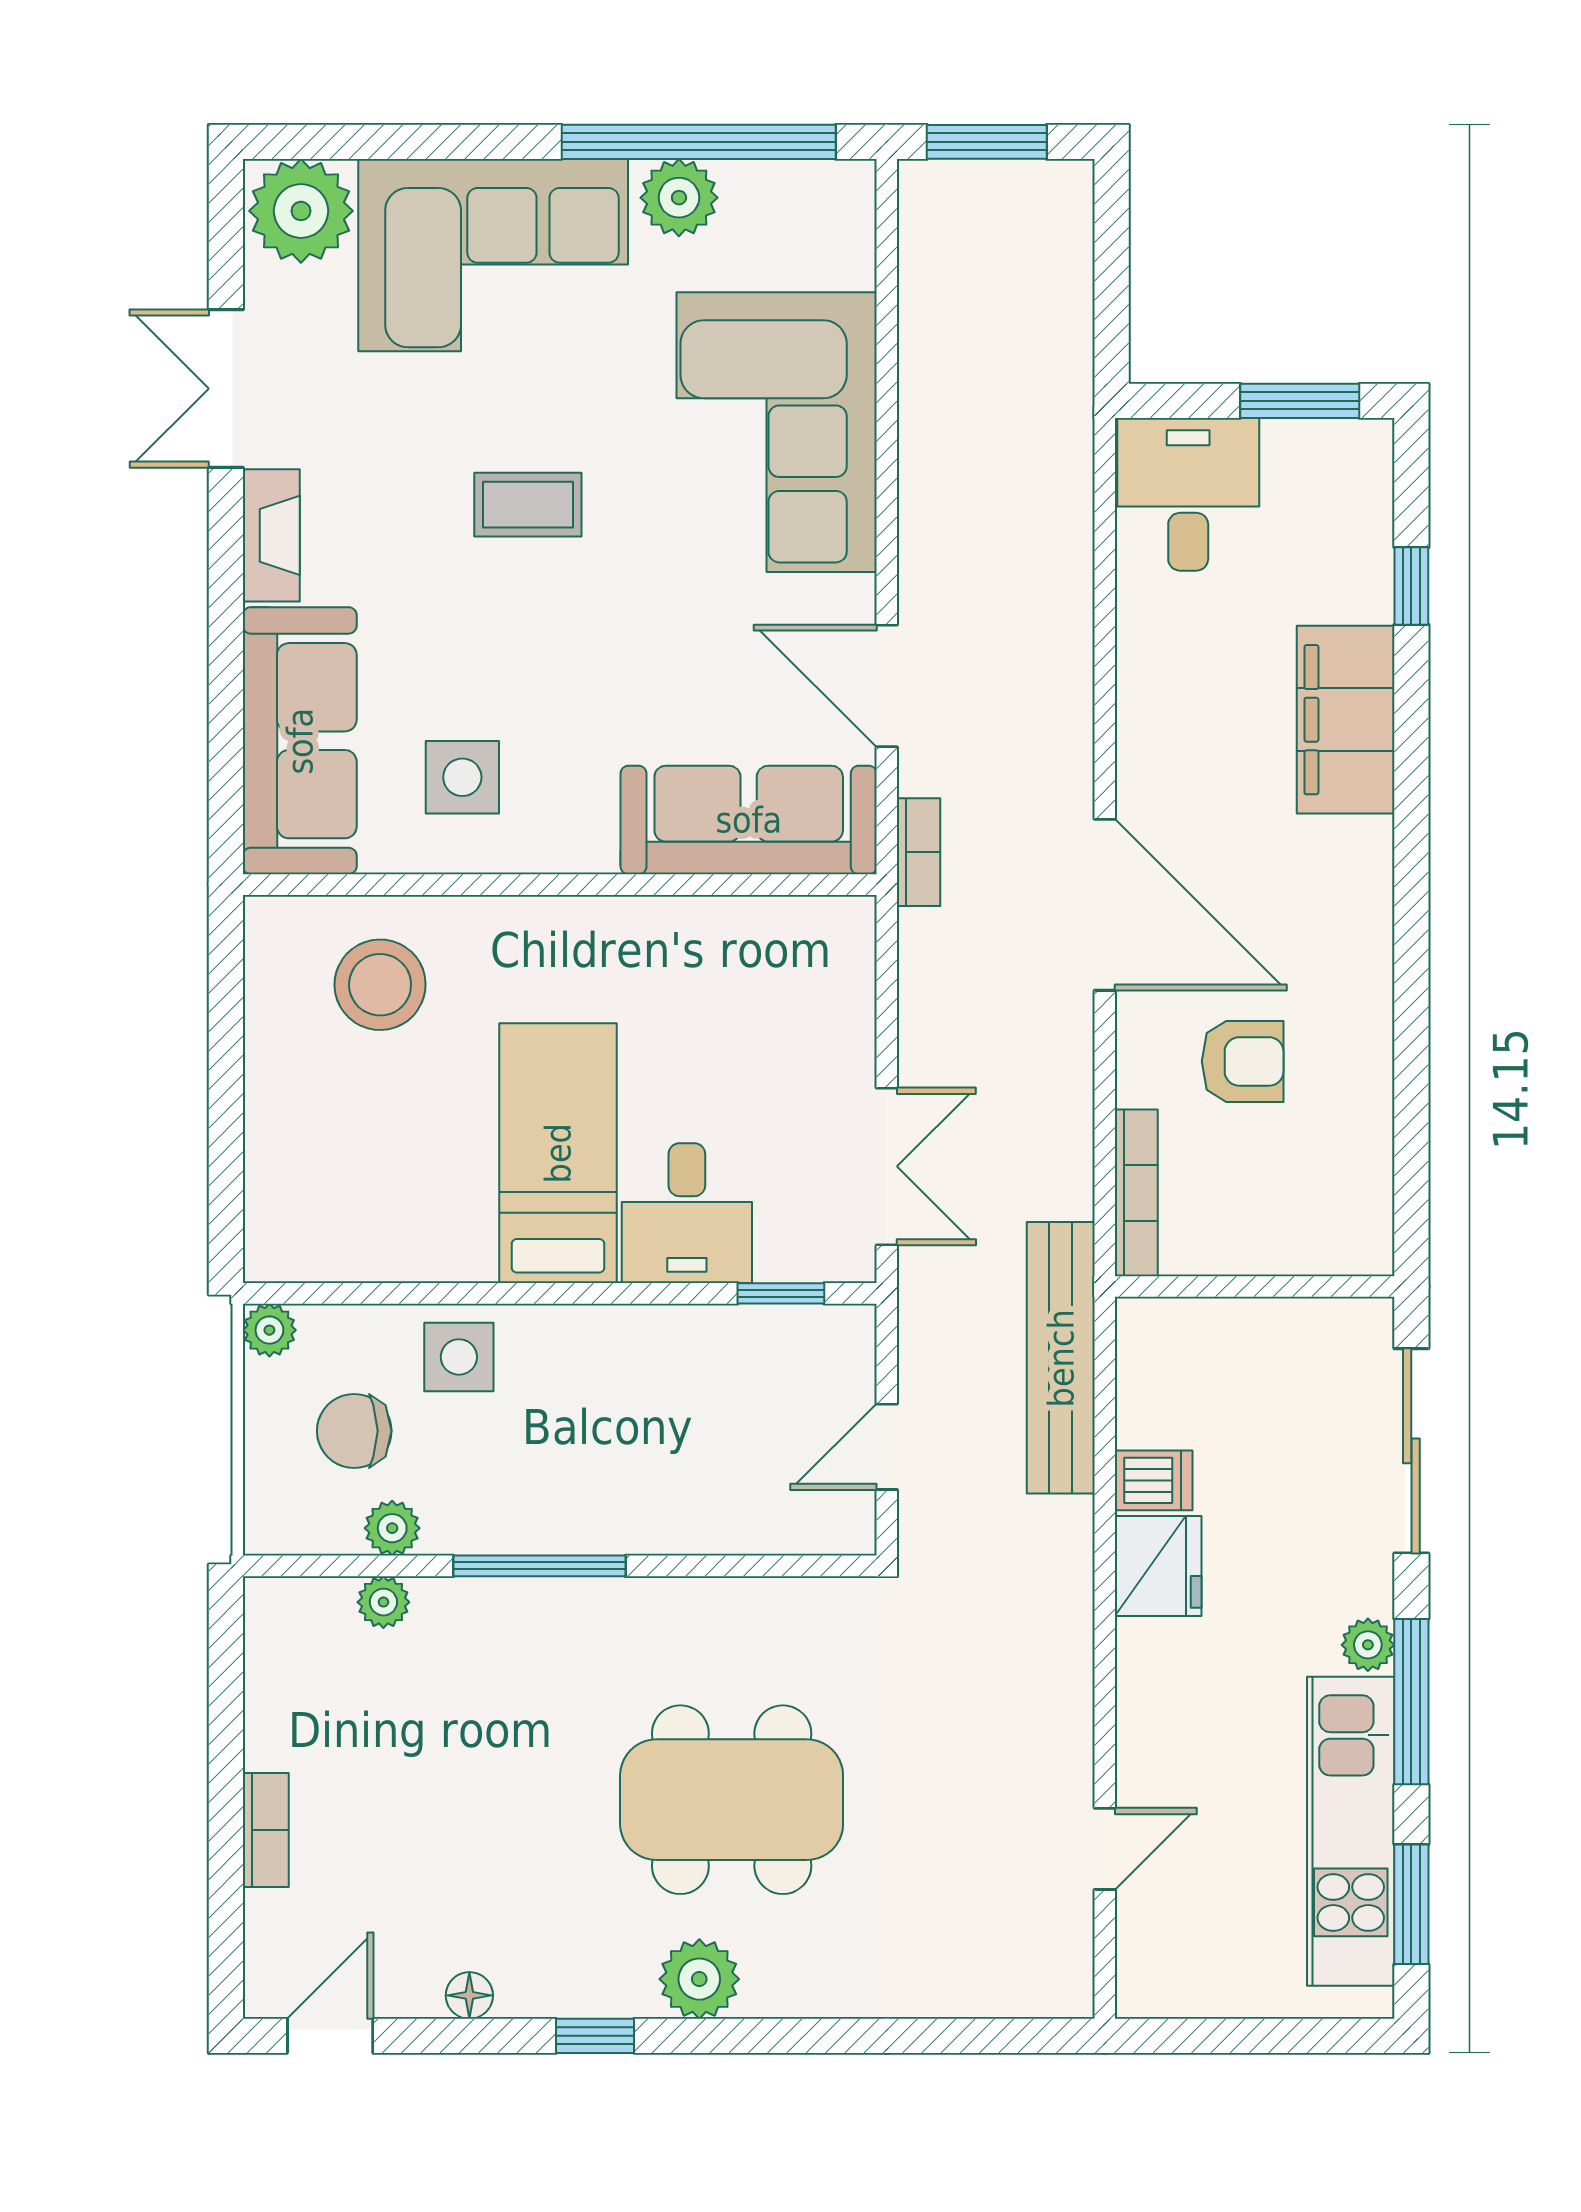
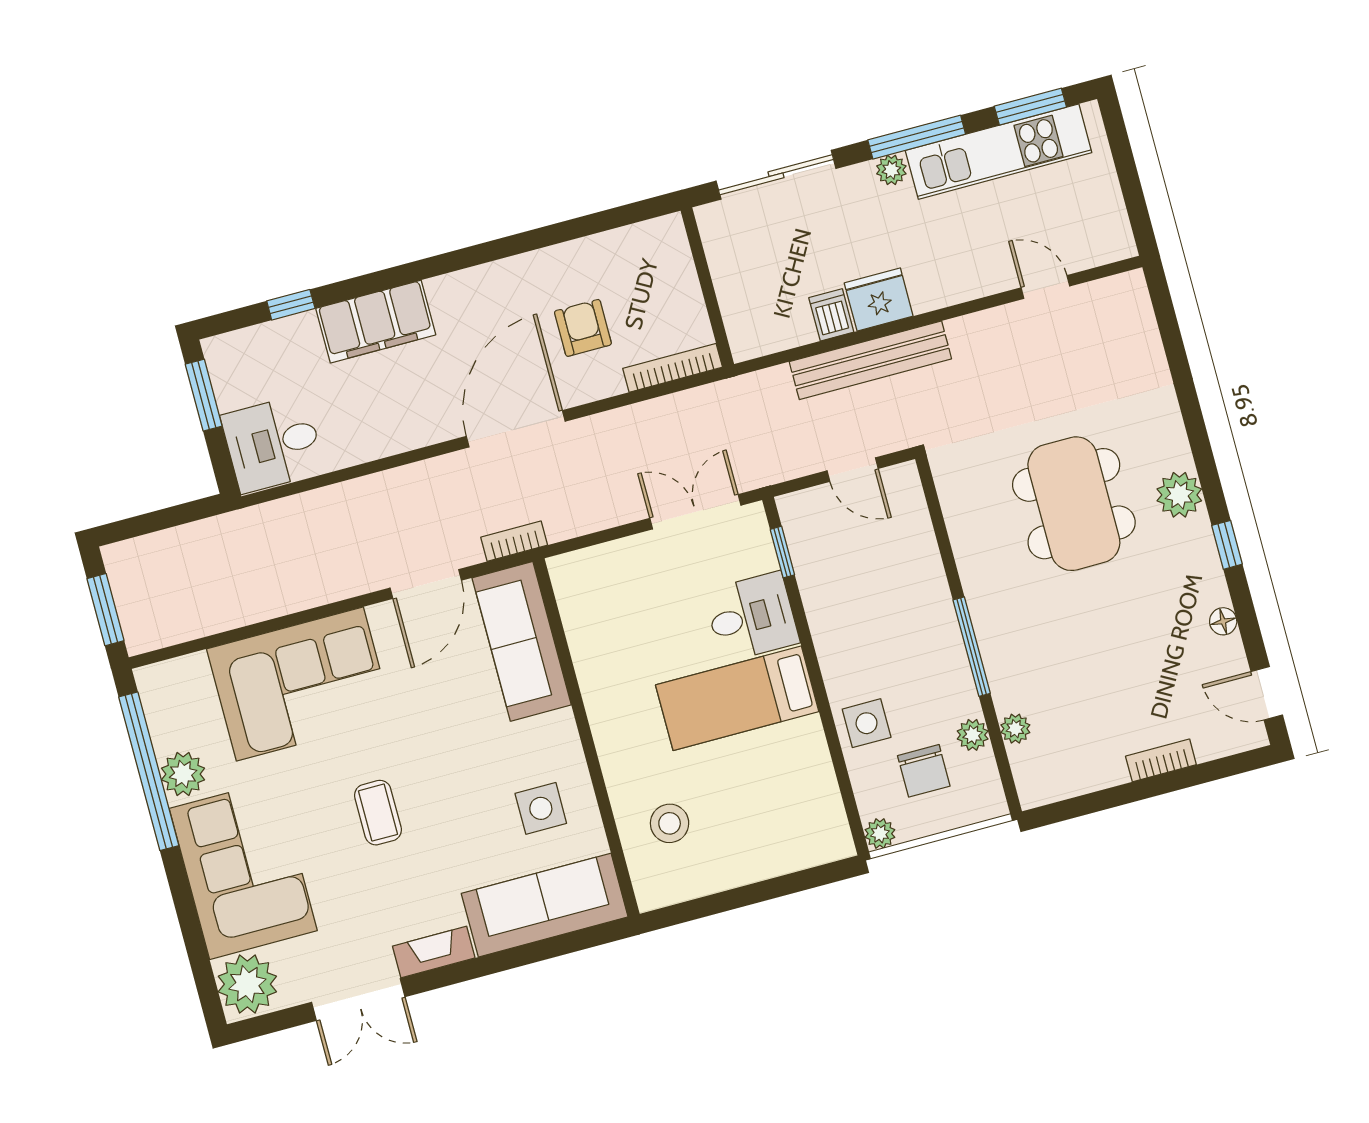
stool: (380, 985) -> (670, 823), width x0.73, depth x0.73
bench: (1061, 1358) -> (870, 360), moved

